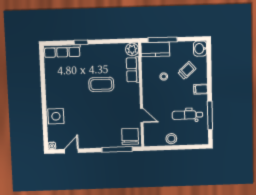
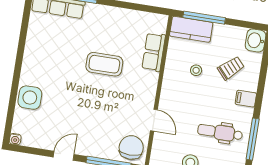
plant: (132, 49) -> (158, 23), removed
door: (71, 151) -> (64, 156), moved

